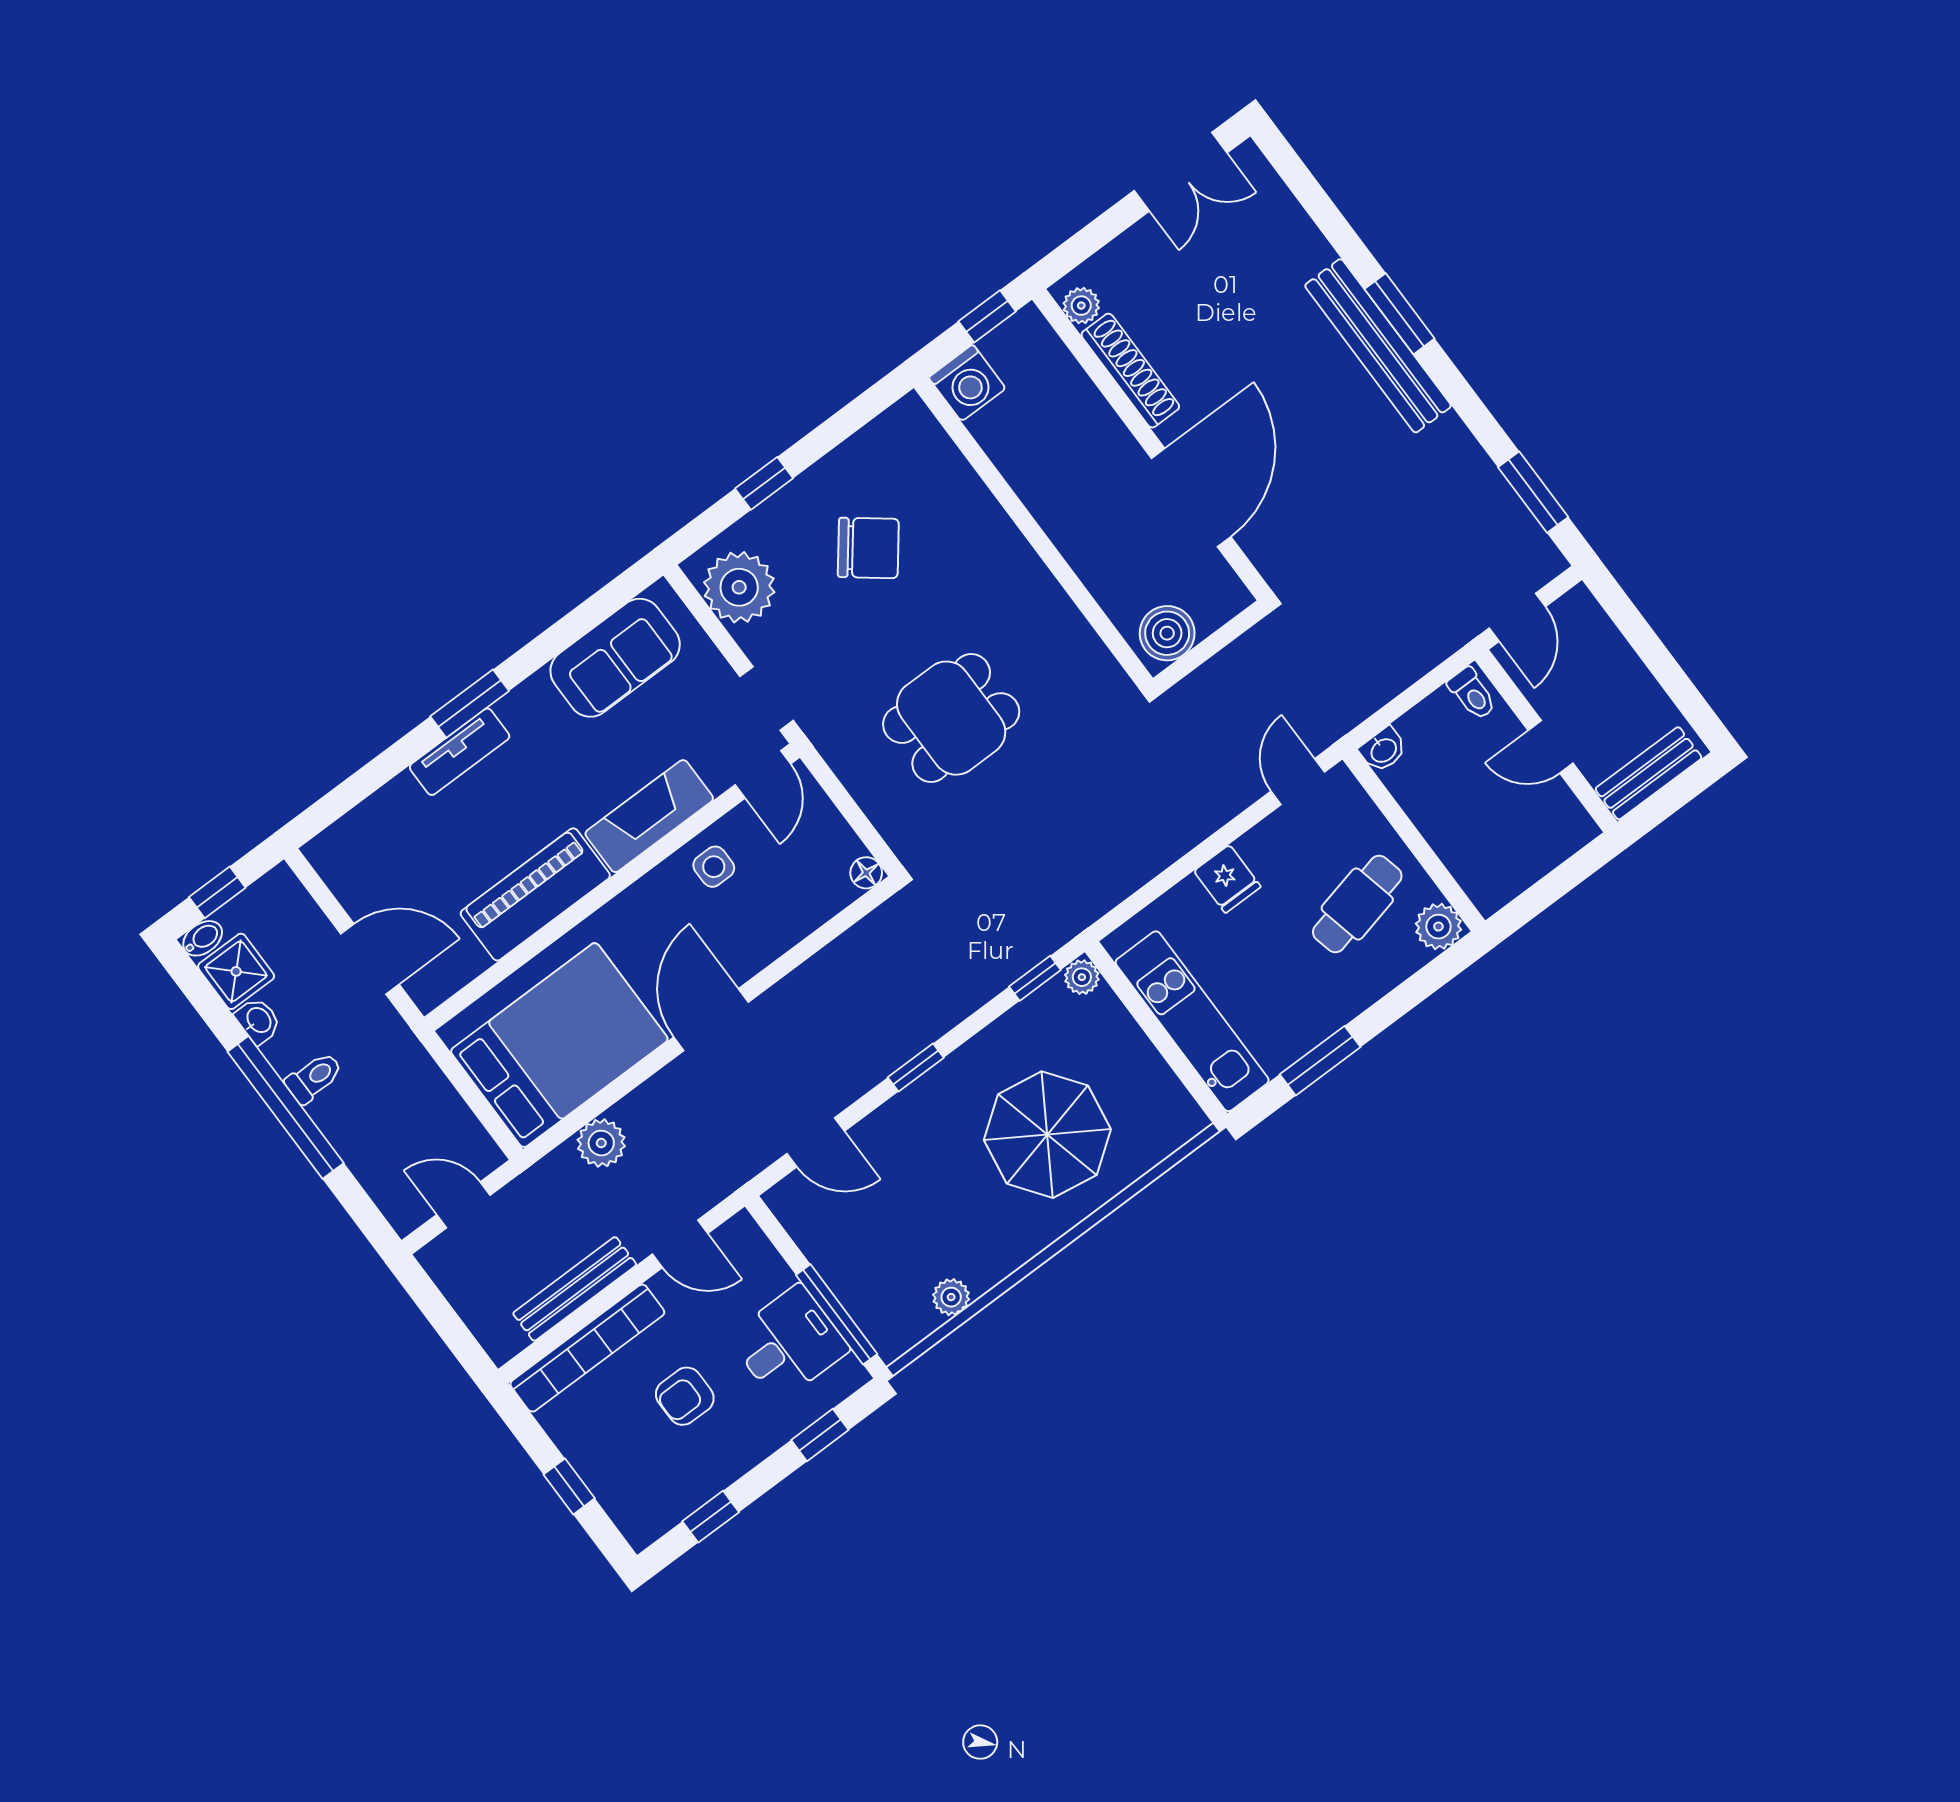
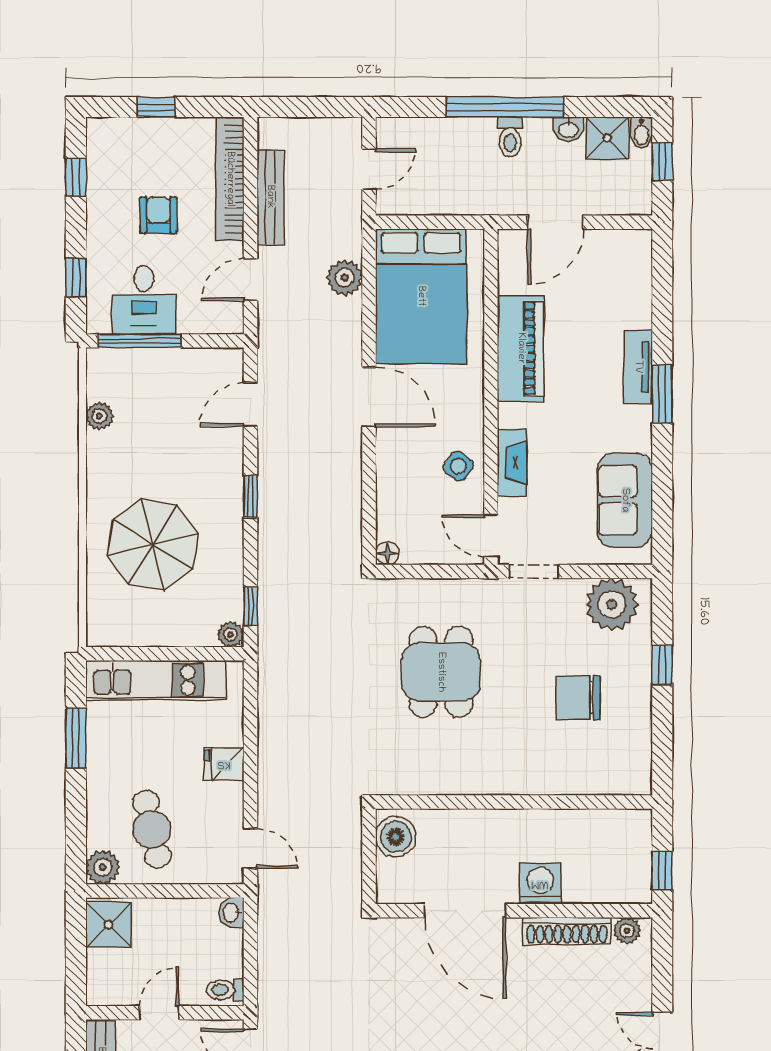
washing machine: (967, 383) -> (540, 884), moved, turned 90
chair: (868, 548) -> (578, 698), turned 52
fireplace: (649, 816) -> (512, 463), width x0.73, depth x0.76
side table: (714, 867) -> (458, 466), turned 36
shower: (1496, 874) -> (108, 925), added

